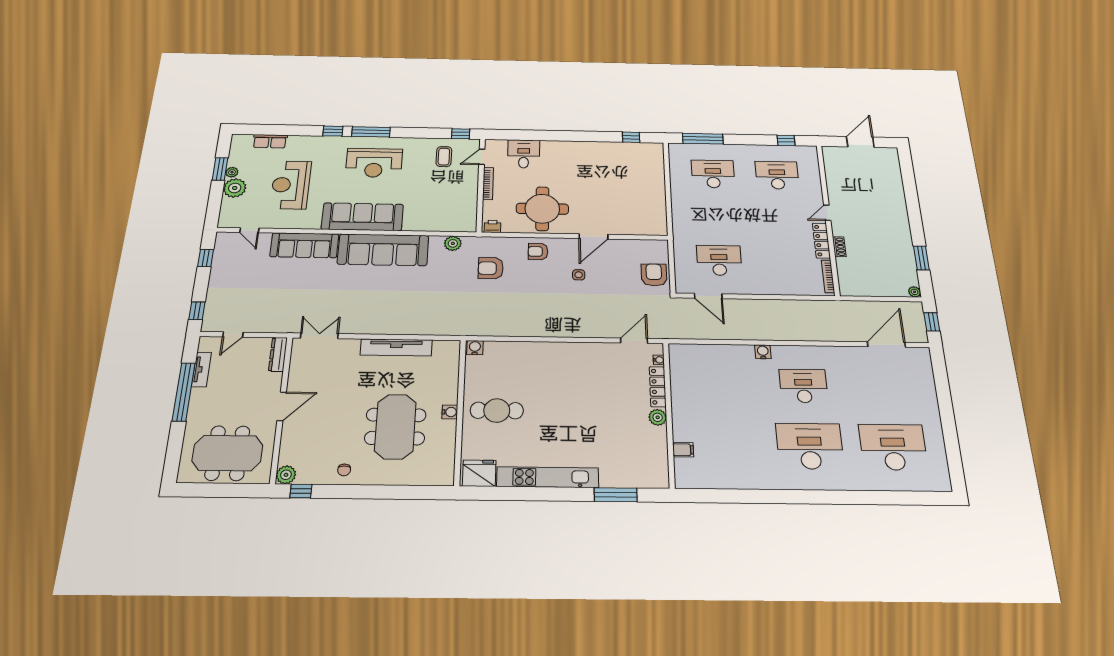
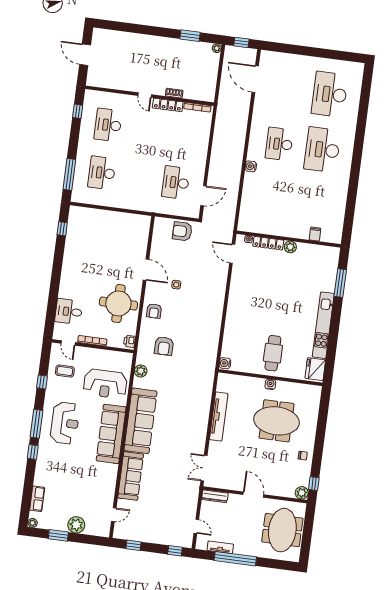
window: (461, 134) -> (42, 382), moved
plant: (232, 172) -> (33, 523), moved
reception desk: (291, 185) -> (105, 384), moved

